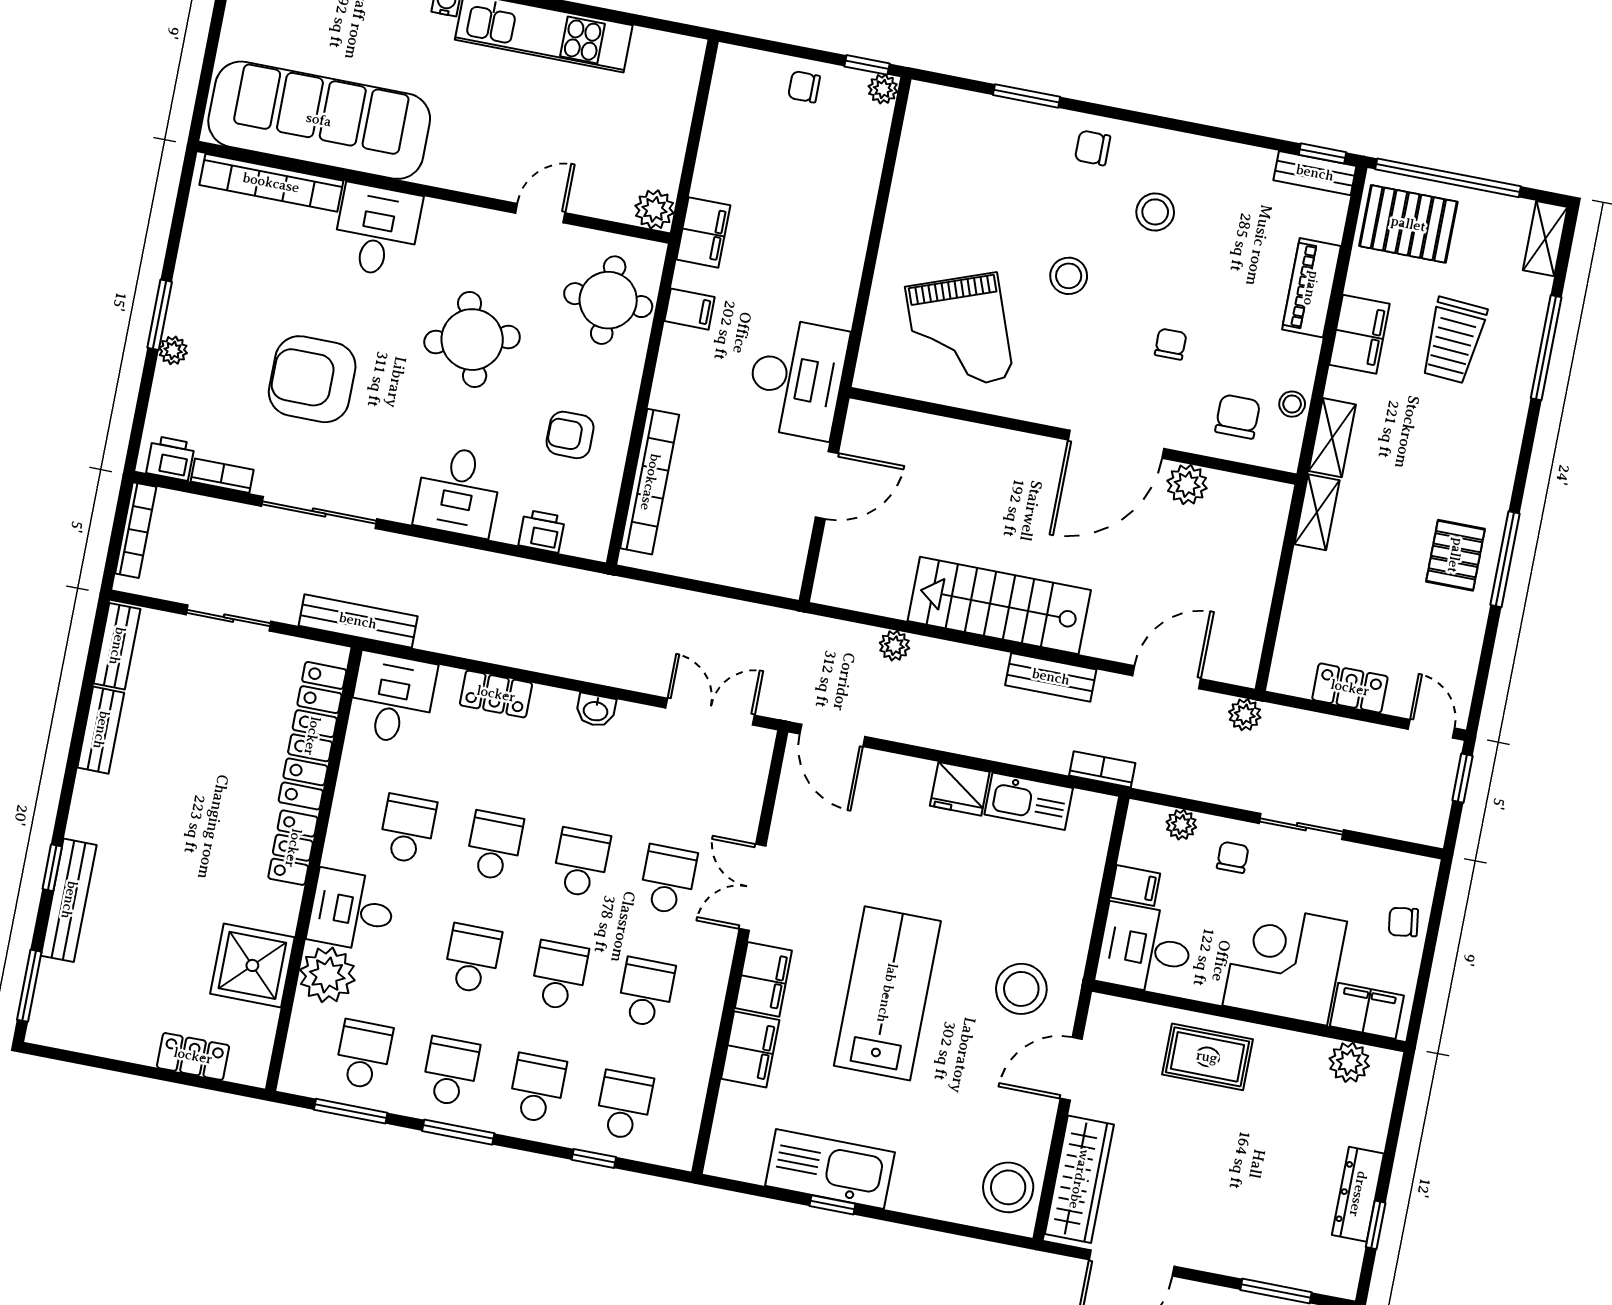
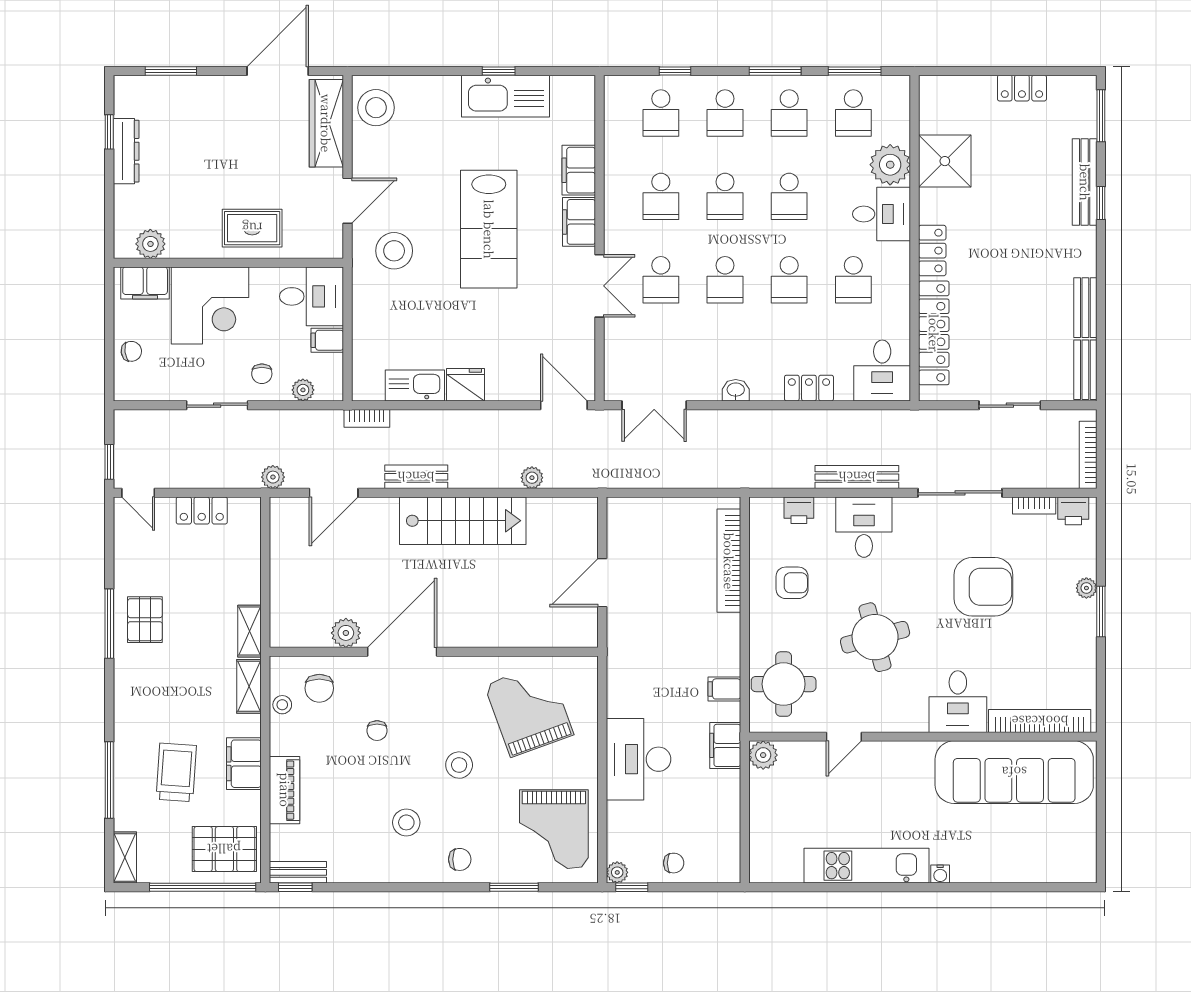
grand piano: (957, 164) -> (554, 829), added
desk: (797, 378) -> (639, 759), moved
bench: (358, 621) -> (857, 477), moved
locker: (193, 1056) -> (1022, 88), moved

